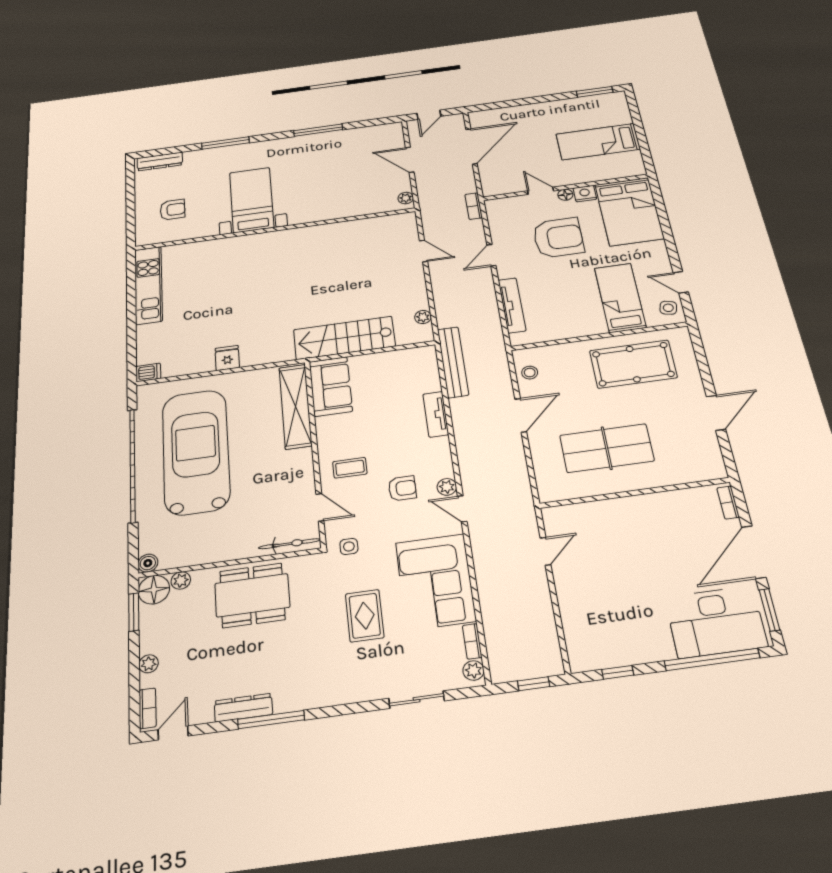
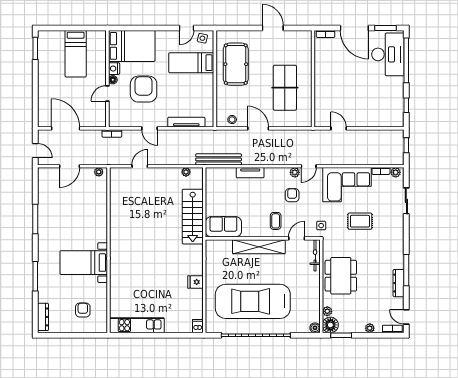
shelving: (295, 406) -> (259, 247), moved

